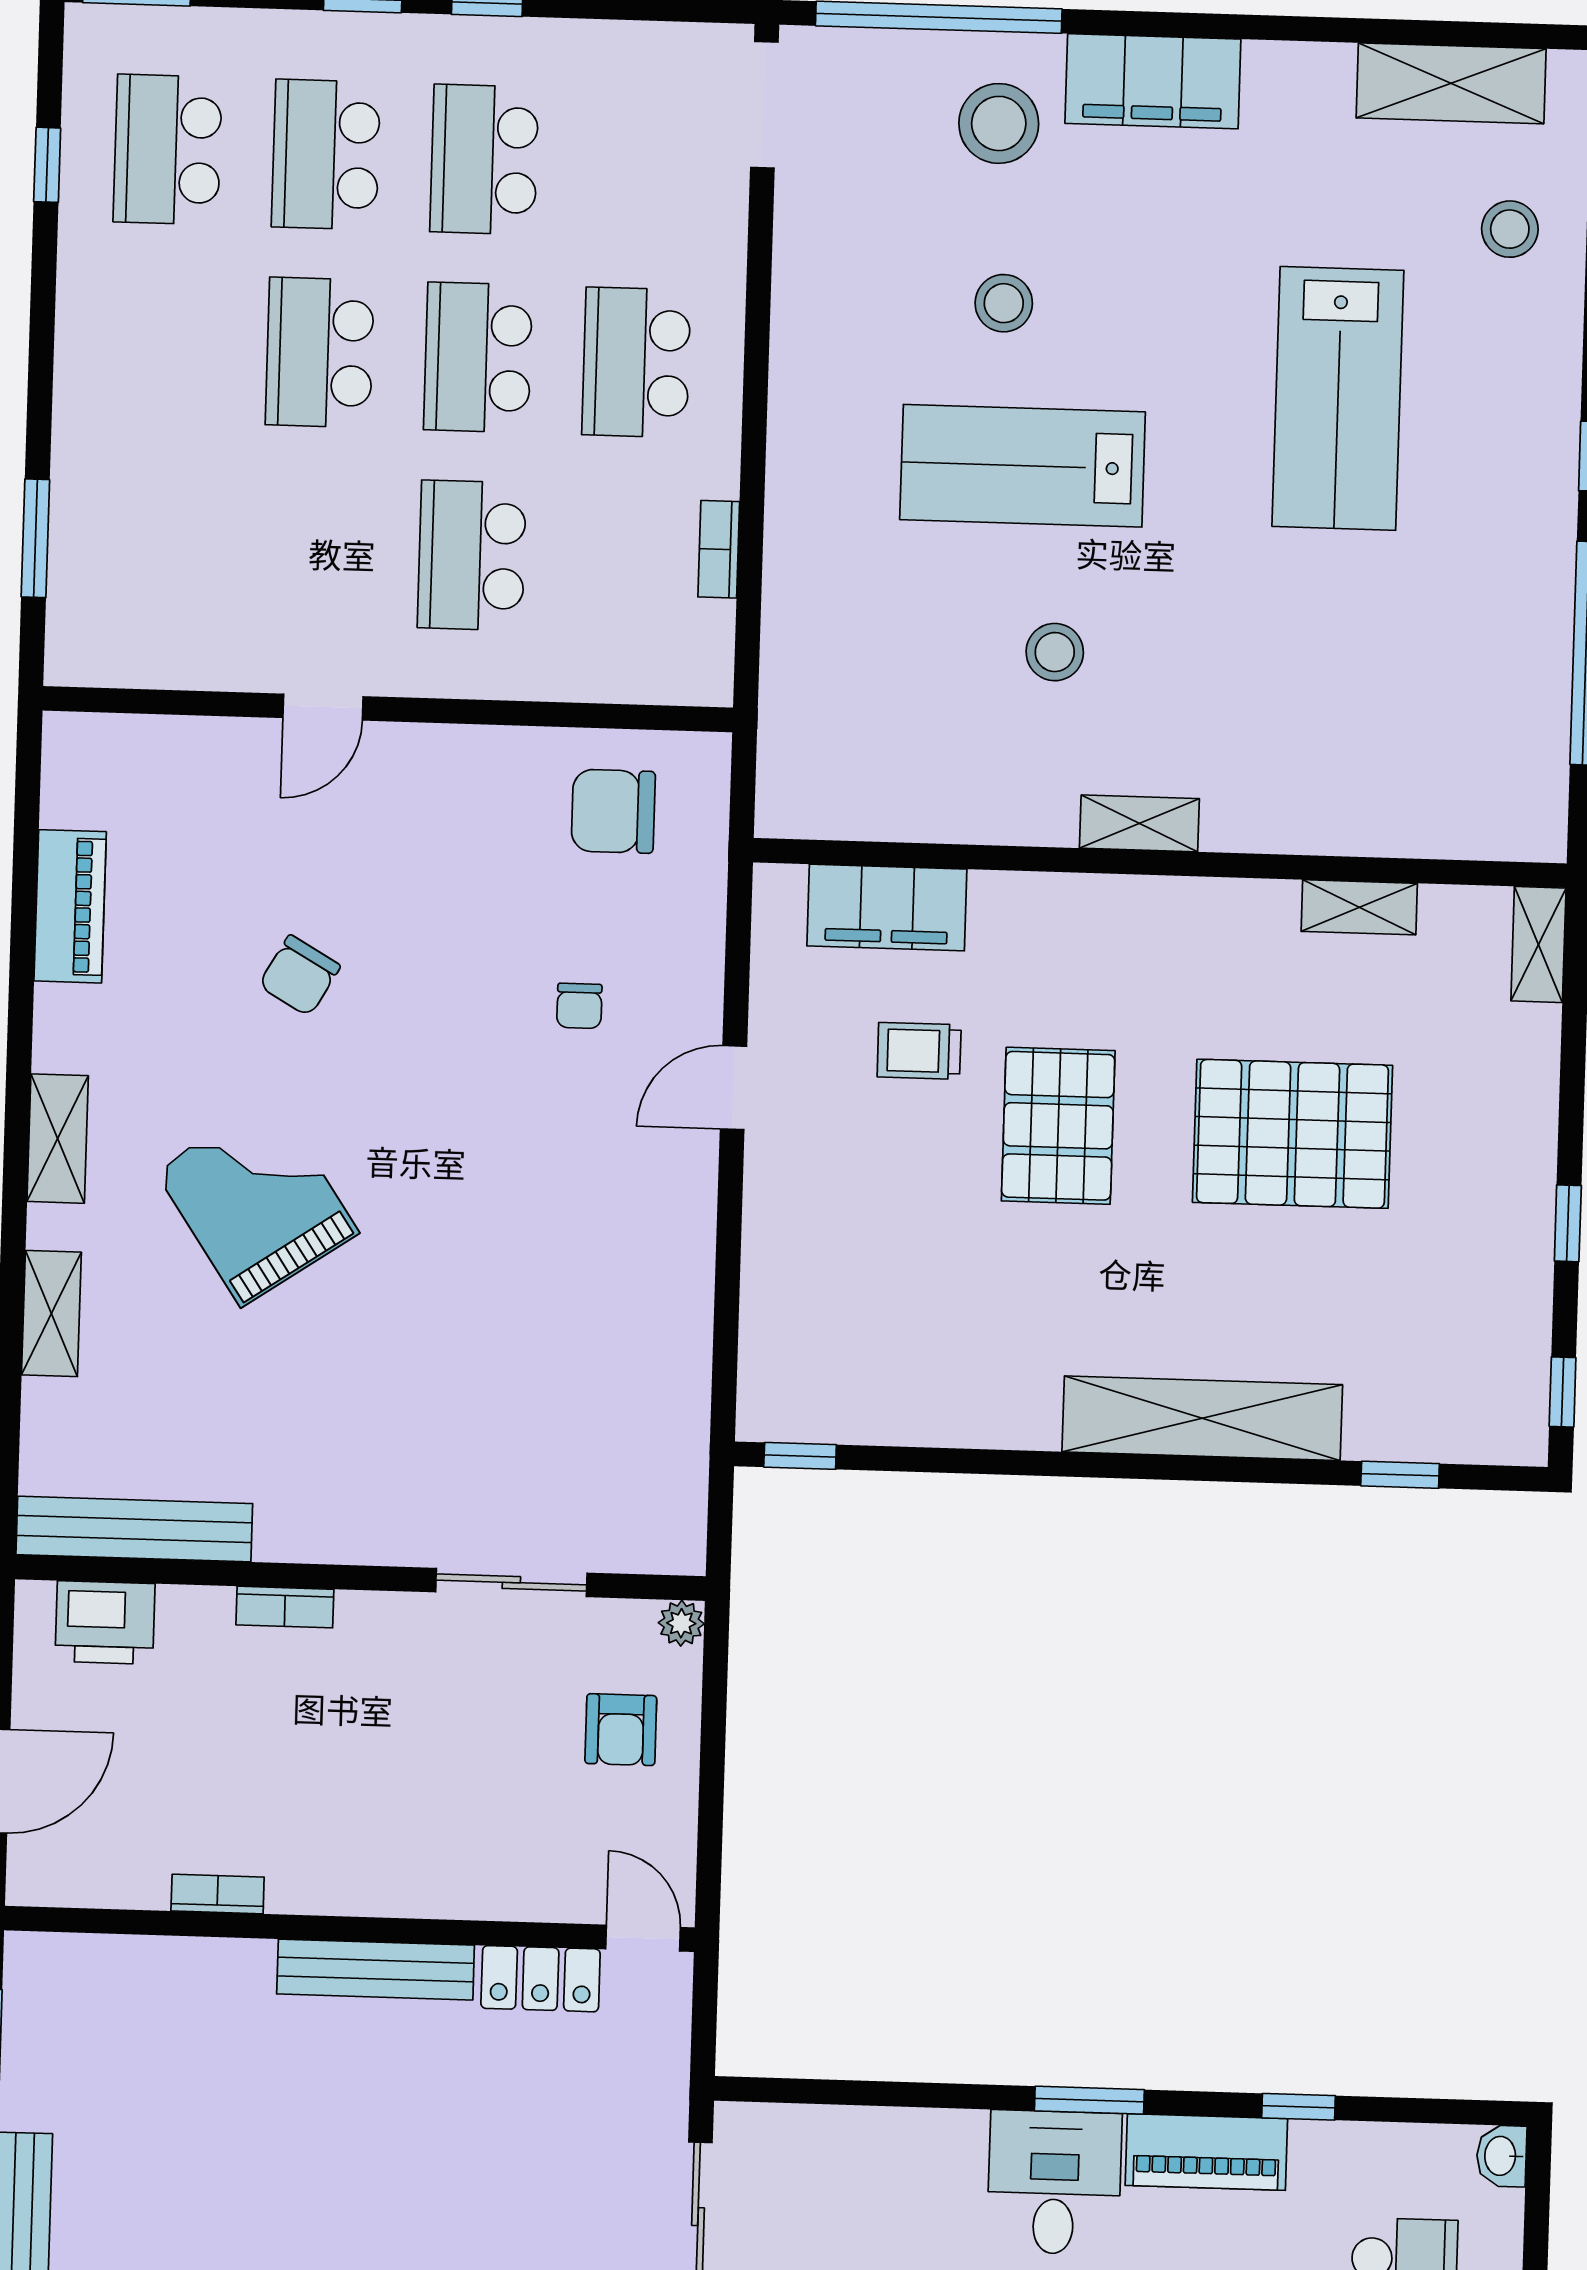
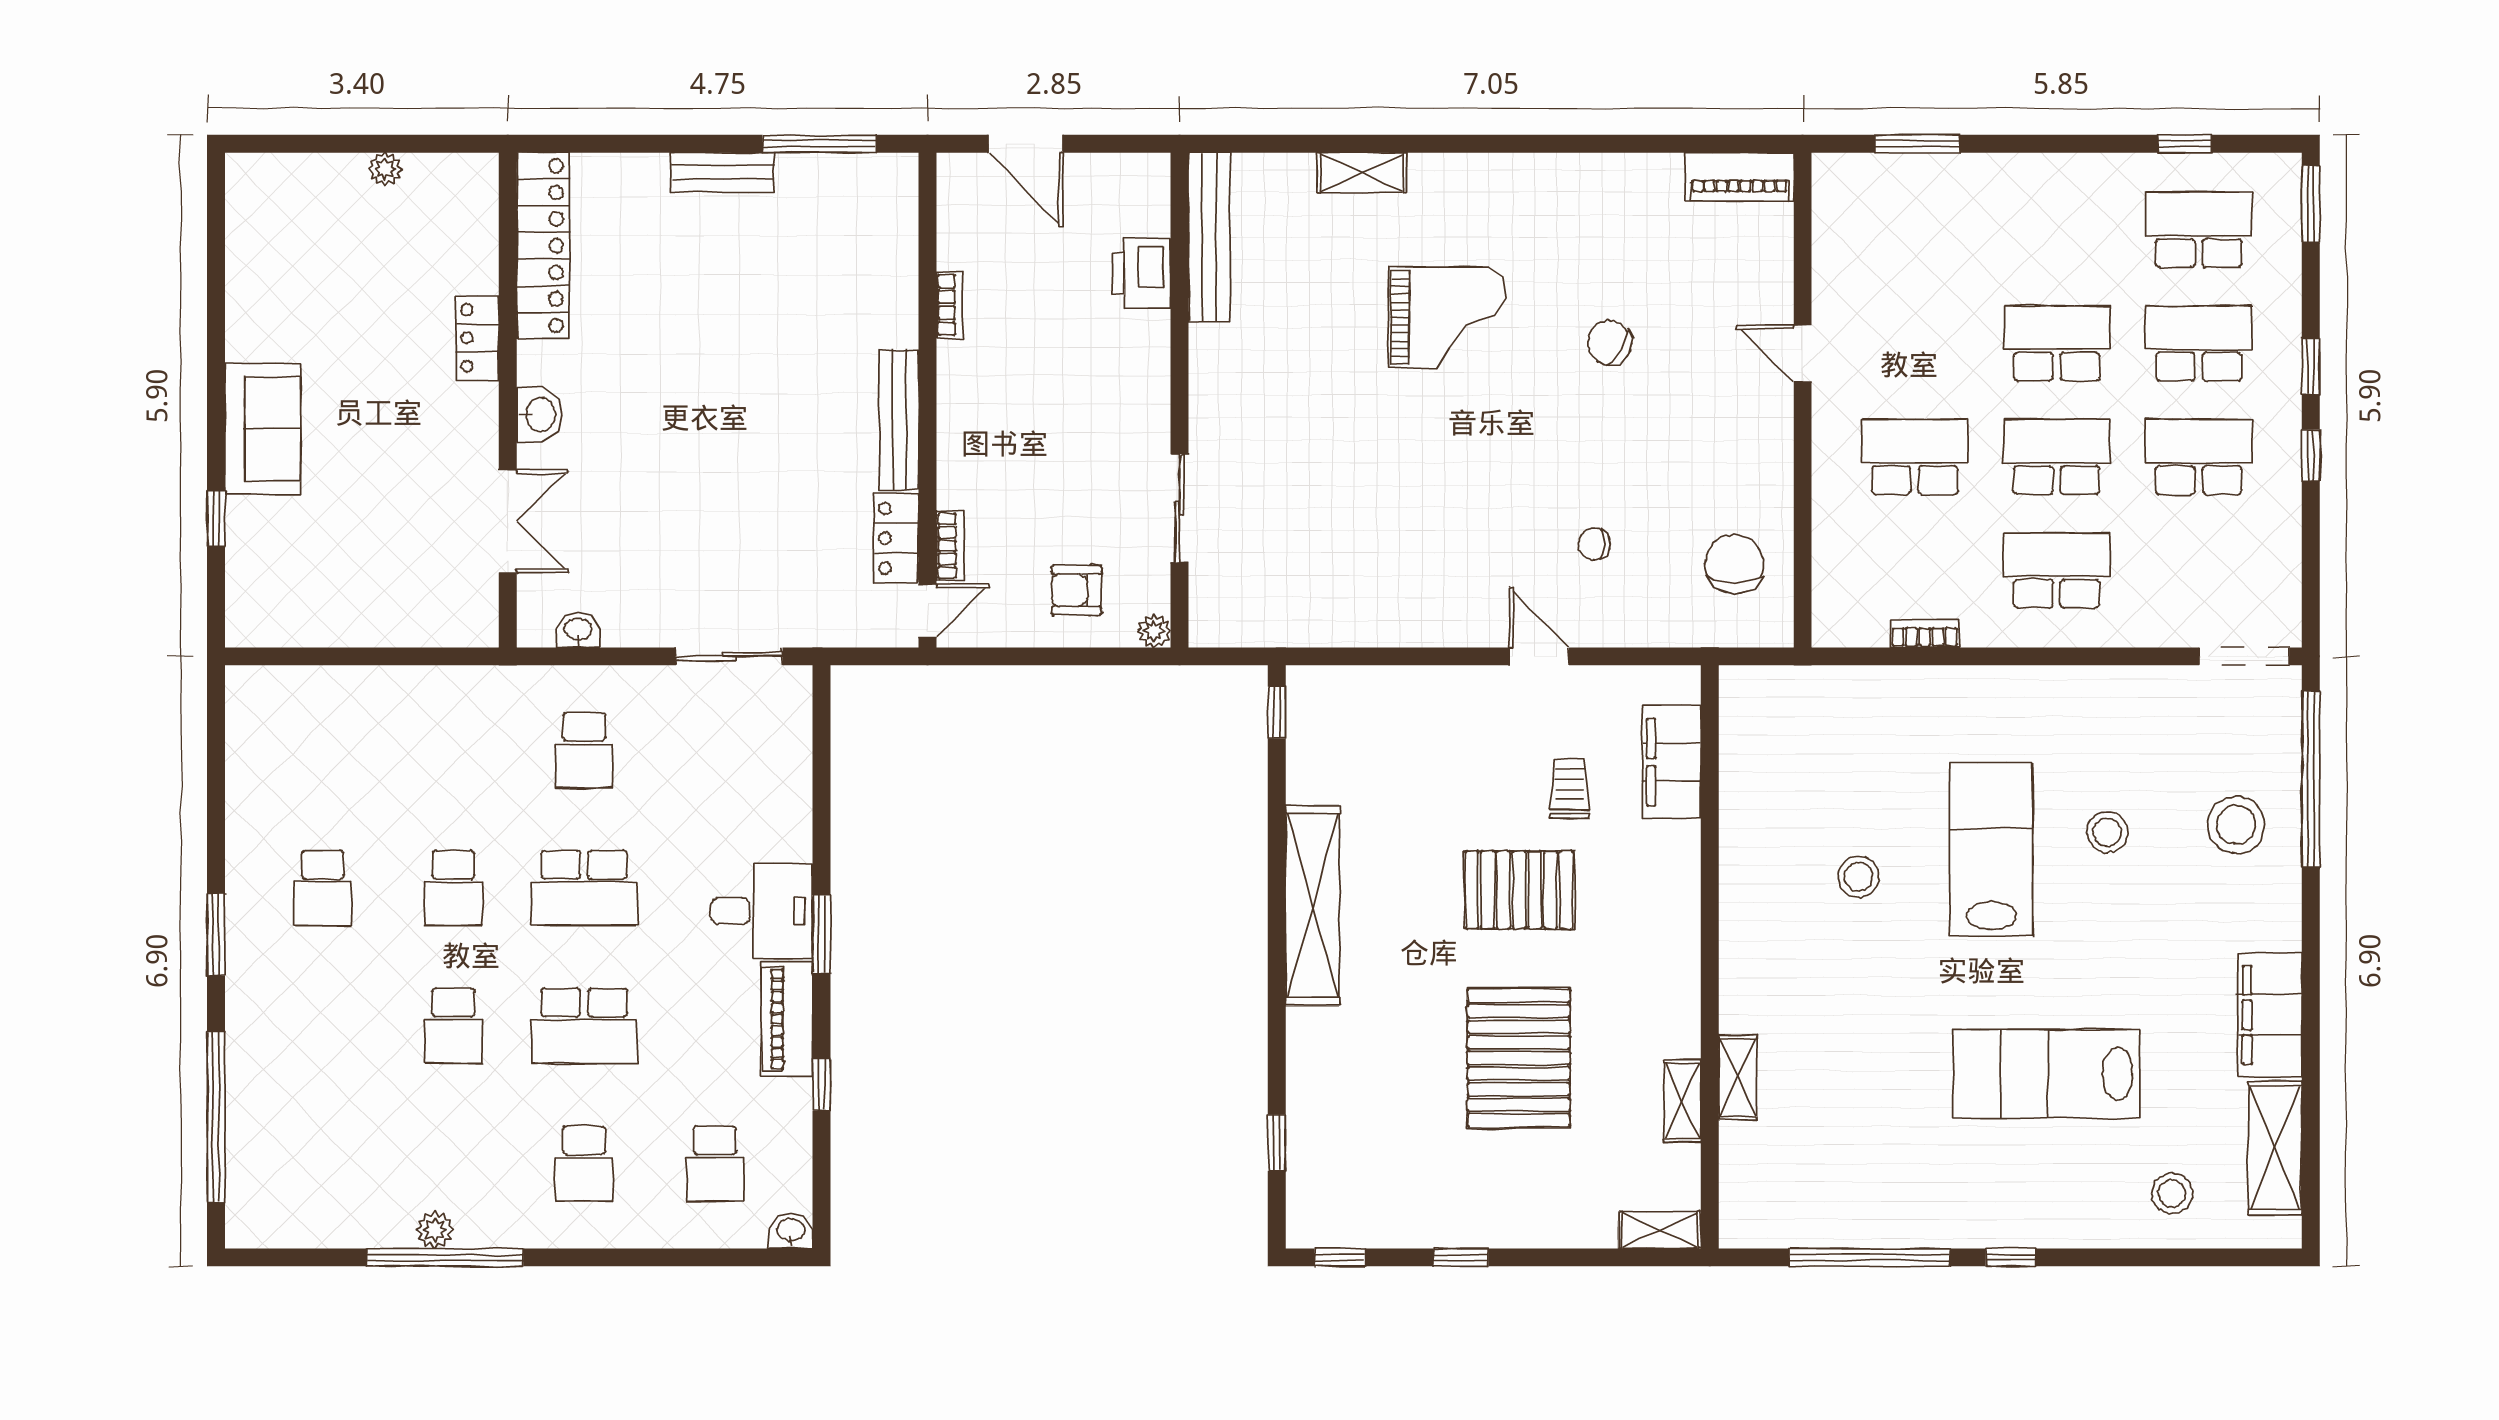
filing cabinet: (1153, 81) -> (2270, 1015), moved
shelving: (1139, 823) -> (1738, 1078), moved
piano: (70, 906) -> (1739, 177), moved
shelving: (58, 1139) -> (1487, 173), removed
grand piano: (257, 1202) -> (1447, 317), turned 34
shelving: (1202, 1418) -> (1313, 906), moved
bookcase: (285, 1607) -> (950, 546), moved, turned 180
printer: (105, 1622) -> (1142, 273), moved

